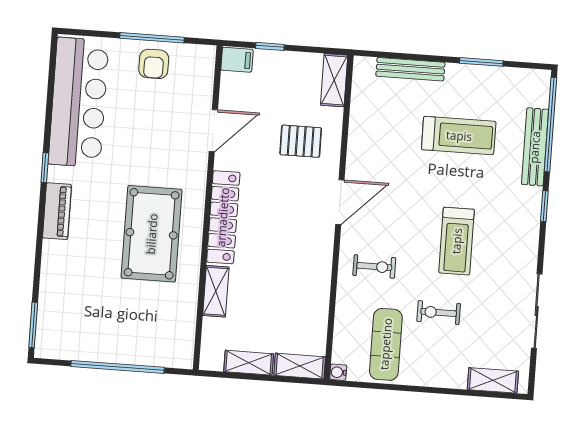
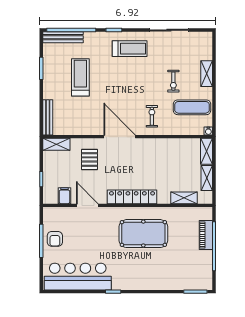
filing cabinet: (237, 60) -> (64, 196), moved
armchair: (154, 64) -> (55, 239), turned 90
bench: (410, 69) -> (48, 117), moved
bench: (535, 147) -> (63, 37), moved
door: (340, 202) -> (120, 137), width x1.36
piano: (57, 211) -> (206, 235), moved, turned -90
treadmill: (457, 241) -> (130, 49), moved
shelving: (216, 291) -> (184, 198), moved
shelving: (493, 380) -> (207, 74), moved

